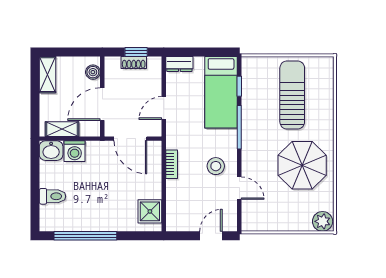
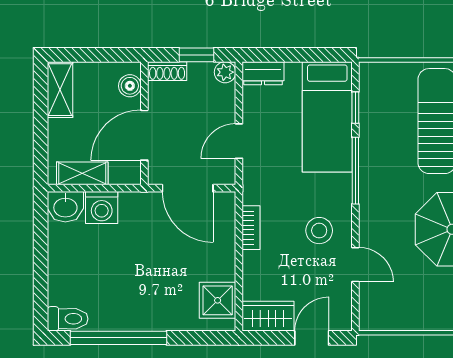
shoe rack: (134, 63) -> (167, 71), moved
plant: (155, 63) -> (225, 72), added
toilet: (53, 196) -> (68, 319), moved
wardrobe: (183, 222) -> (268, 316), added

